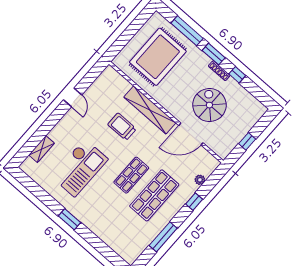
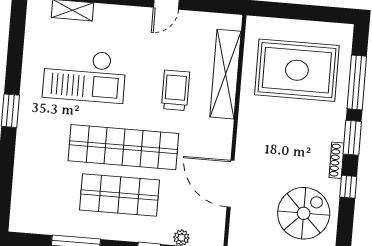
spiral stairs: (209, 105) -> (304, 213), moved
shelving: (150, 110) -> (226, 74), moved
shop shelf: (131, 175) -> (123, 147), width x2.00, depth x1.36

